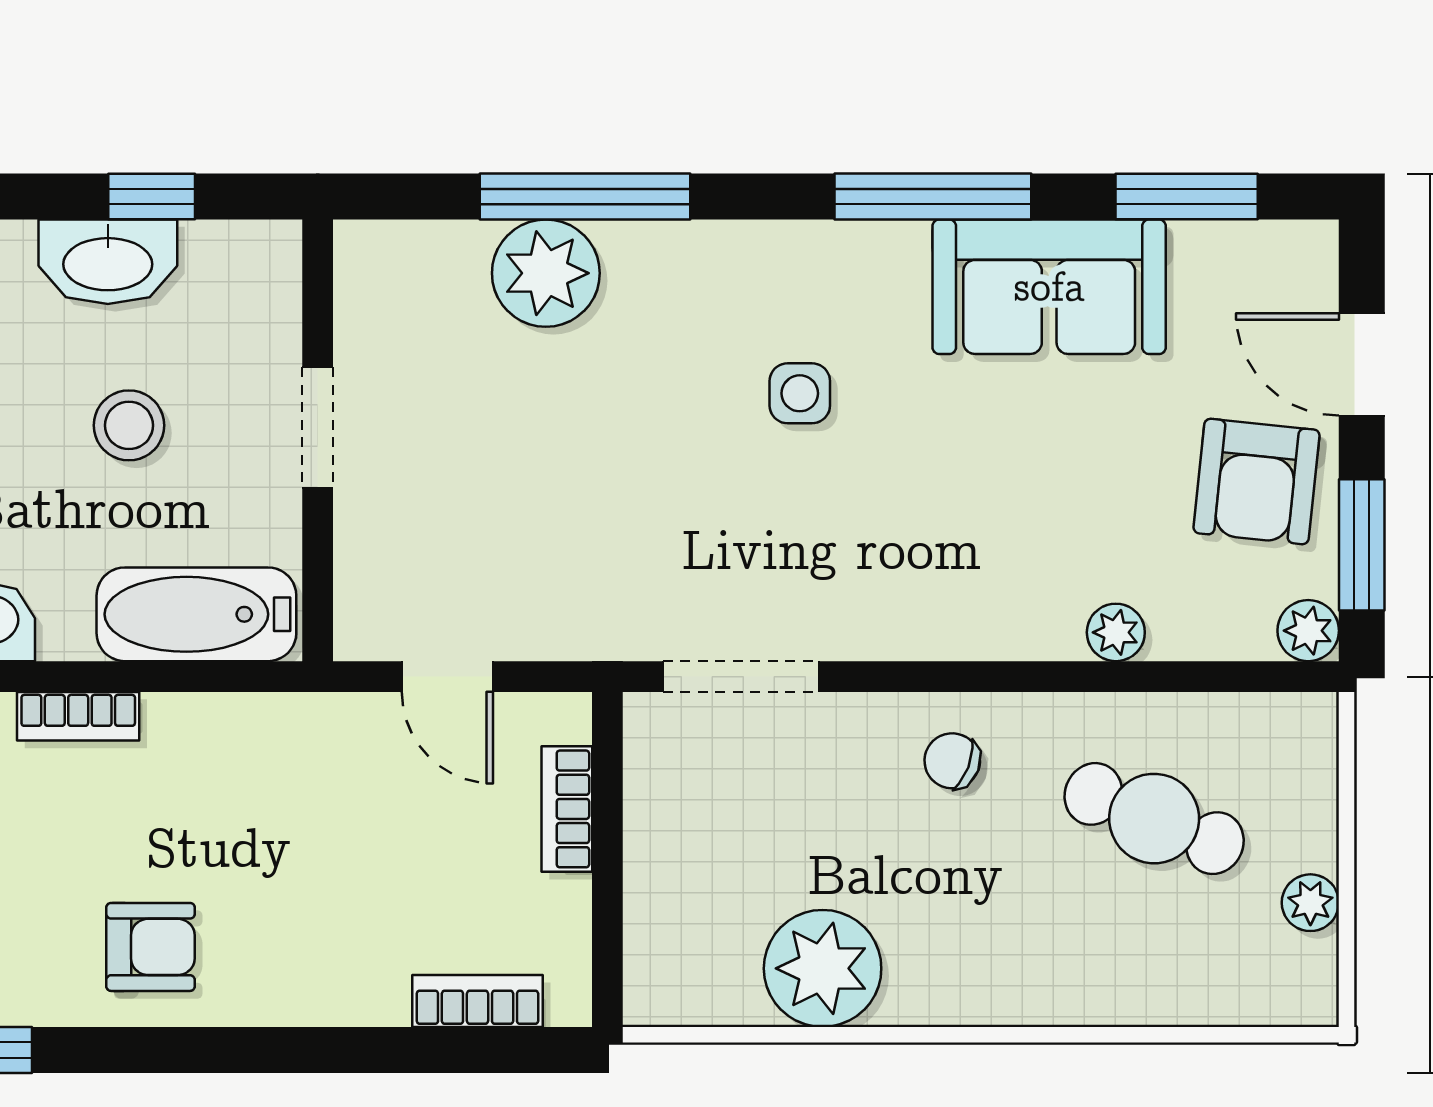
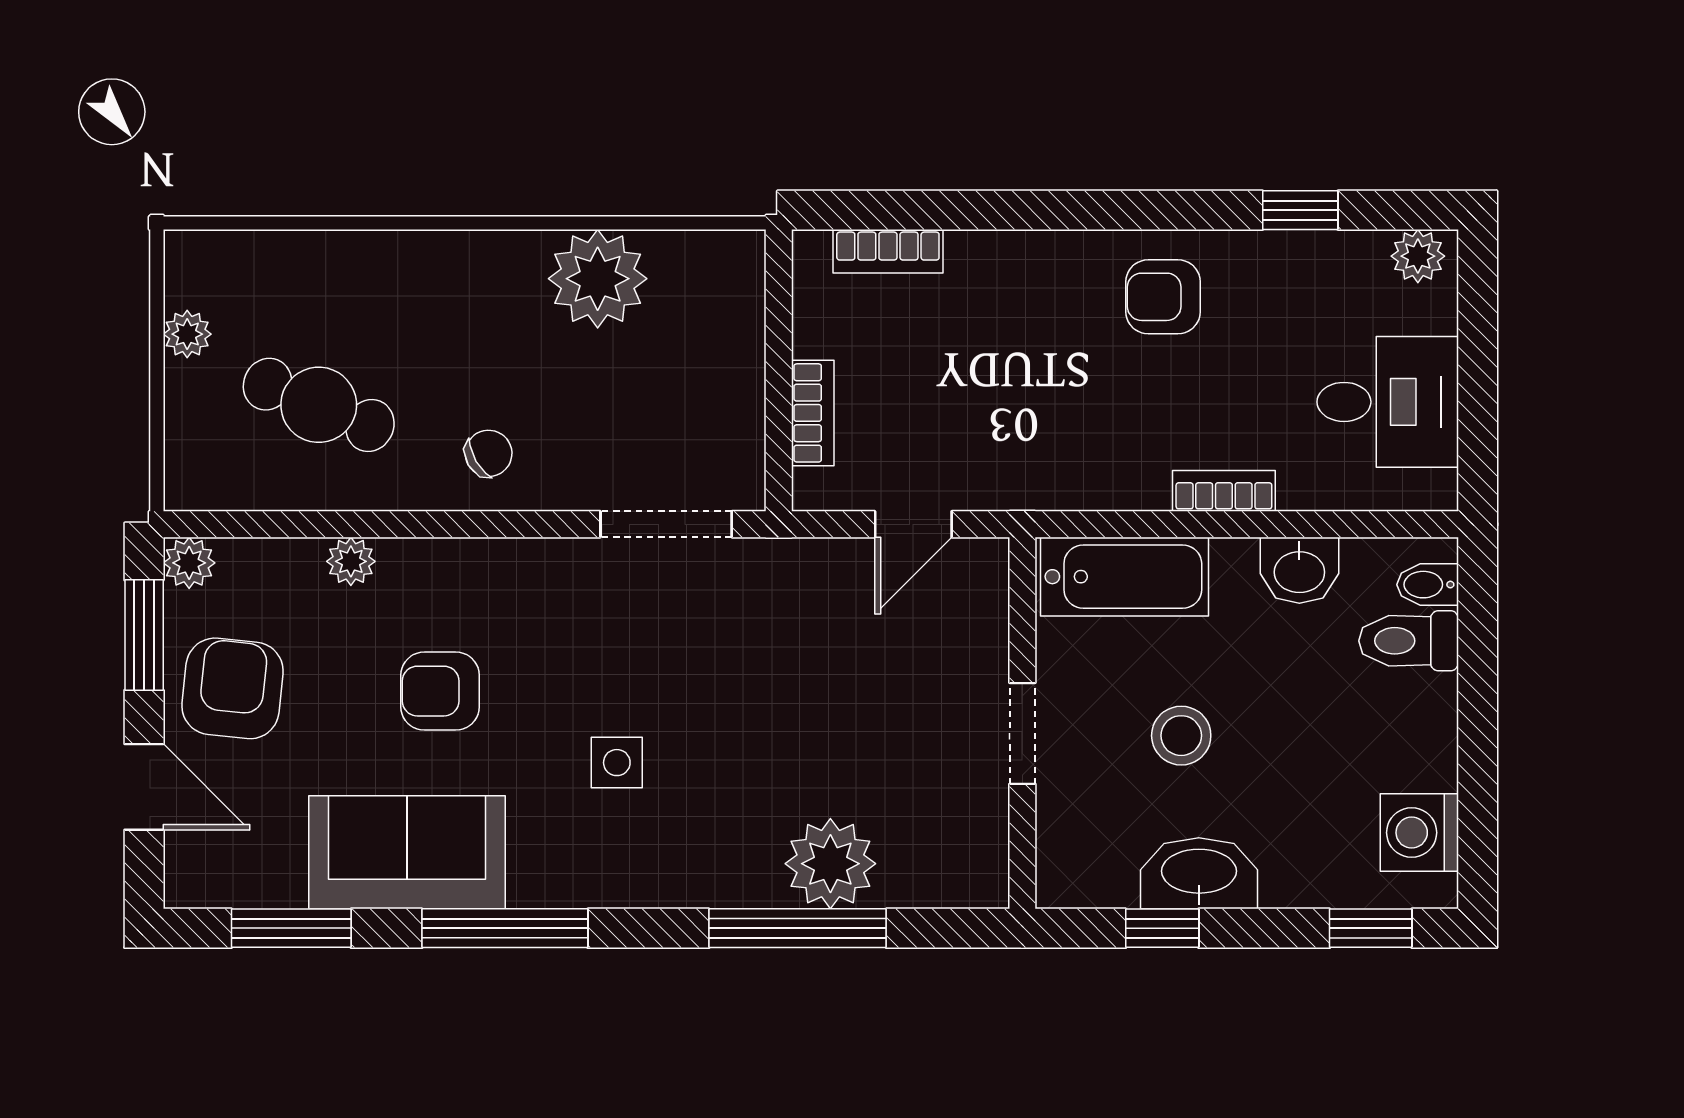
armchair: (1010, 478) -> (440, 691), added
door: (447, 677) -> (913, 524), swing flipped
chair: (952, 761) -> (489, 453), turned -51

